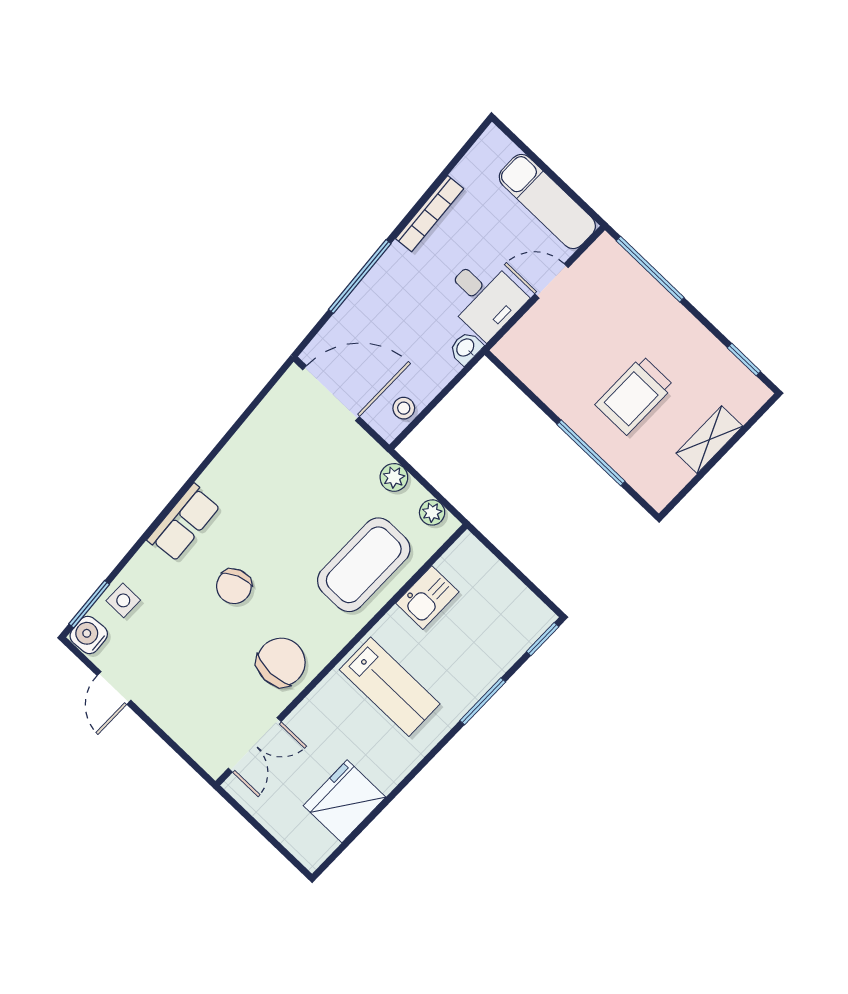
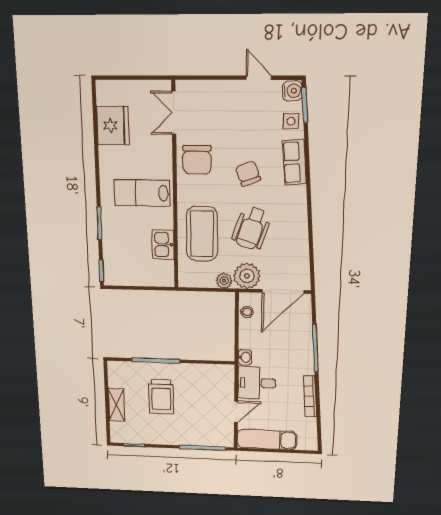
trolley: (635, 395) -> (161, 397), turned 180
plant: (432, 512) -> (247, 276), moved, width x1.88, depth x1.88
wheelchair: (294, 513) -> (252, 228), added
row of seats: (184, 523) -> (295, 162), moved

